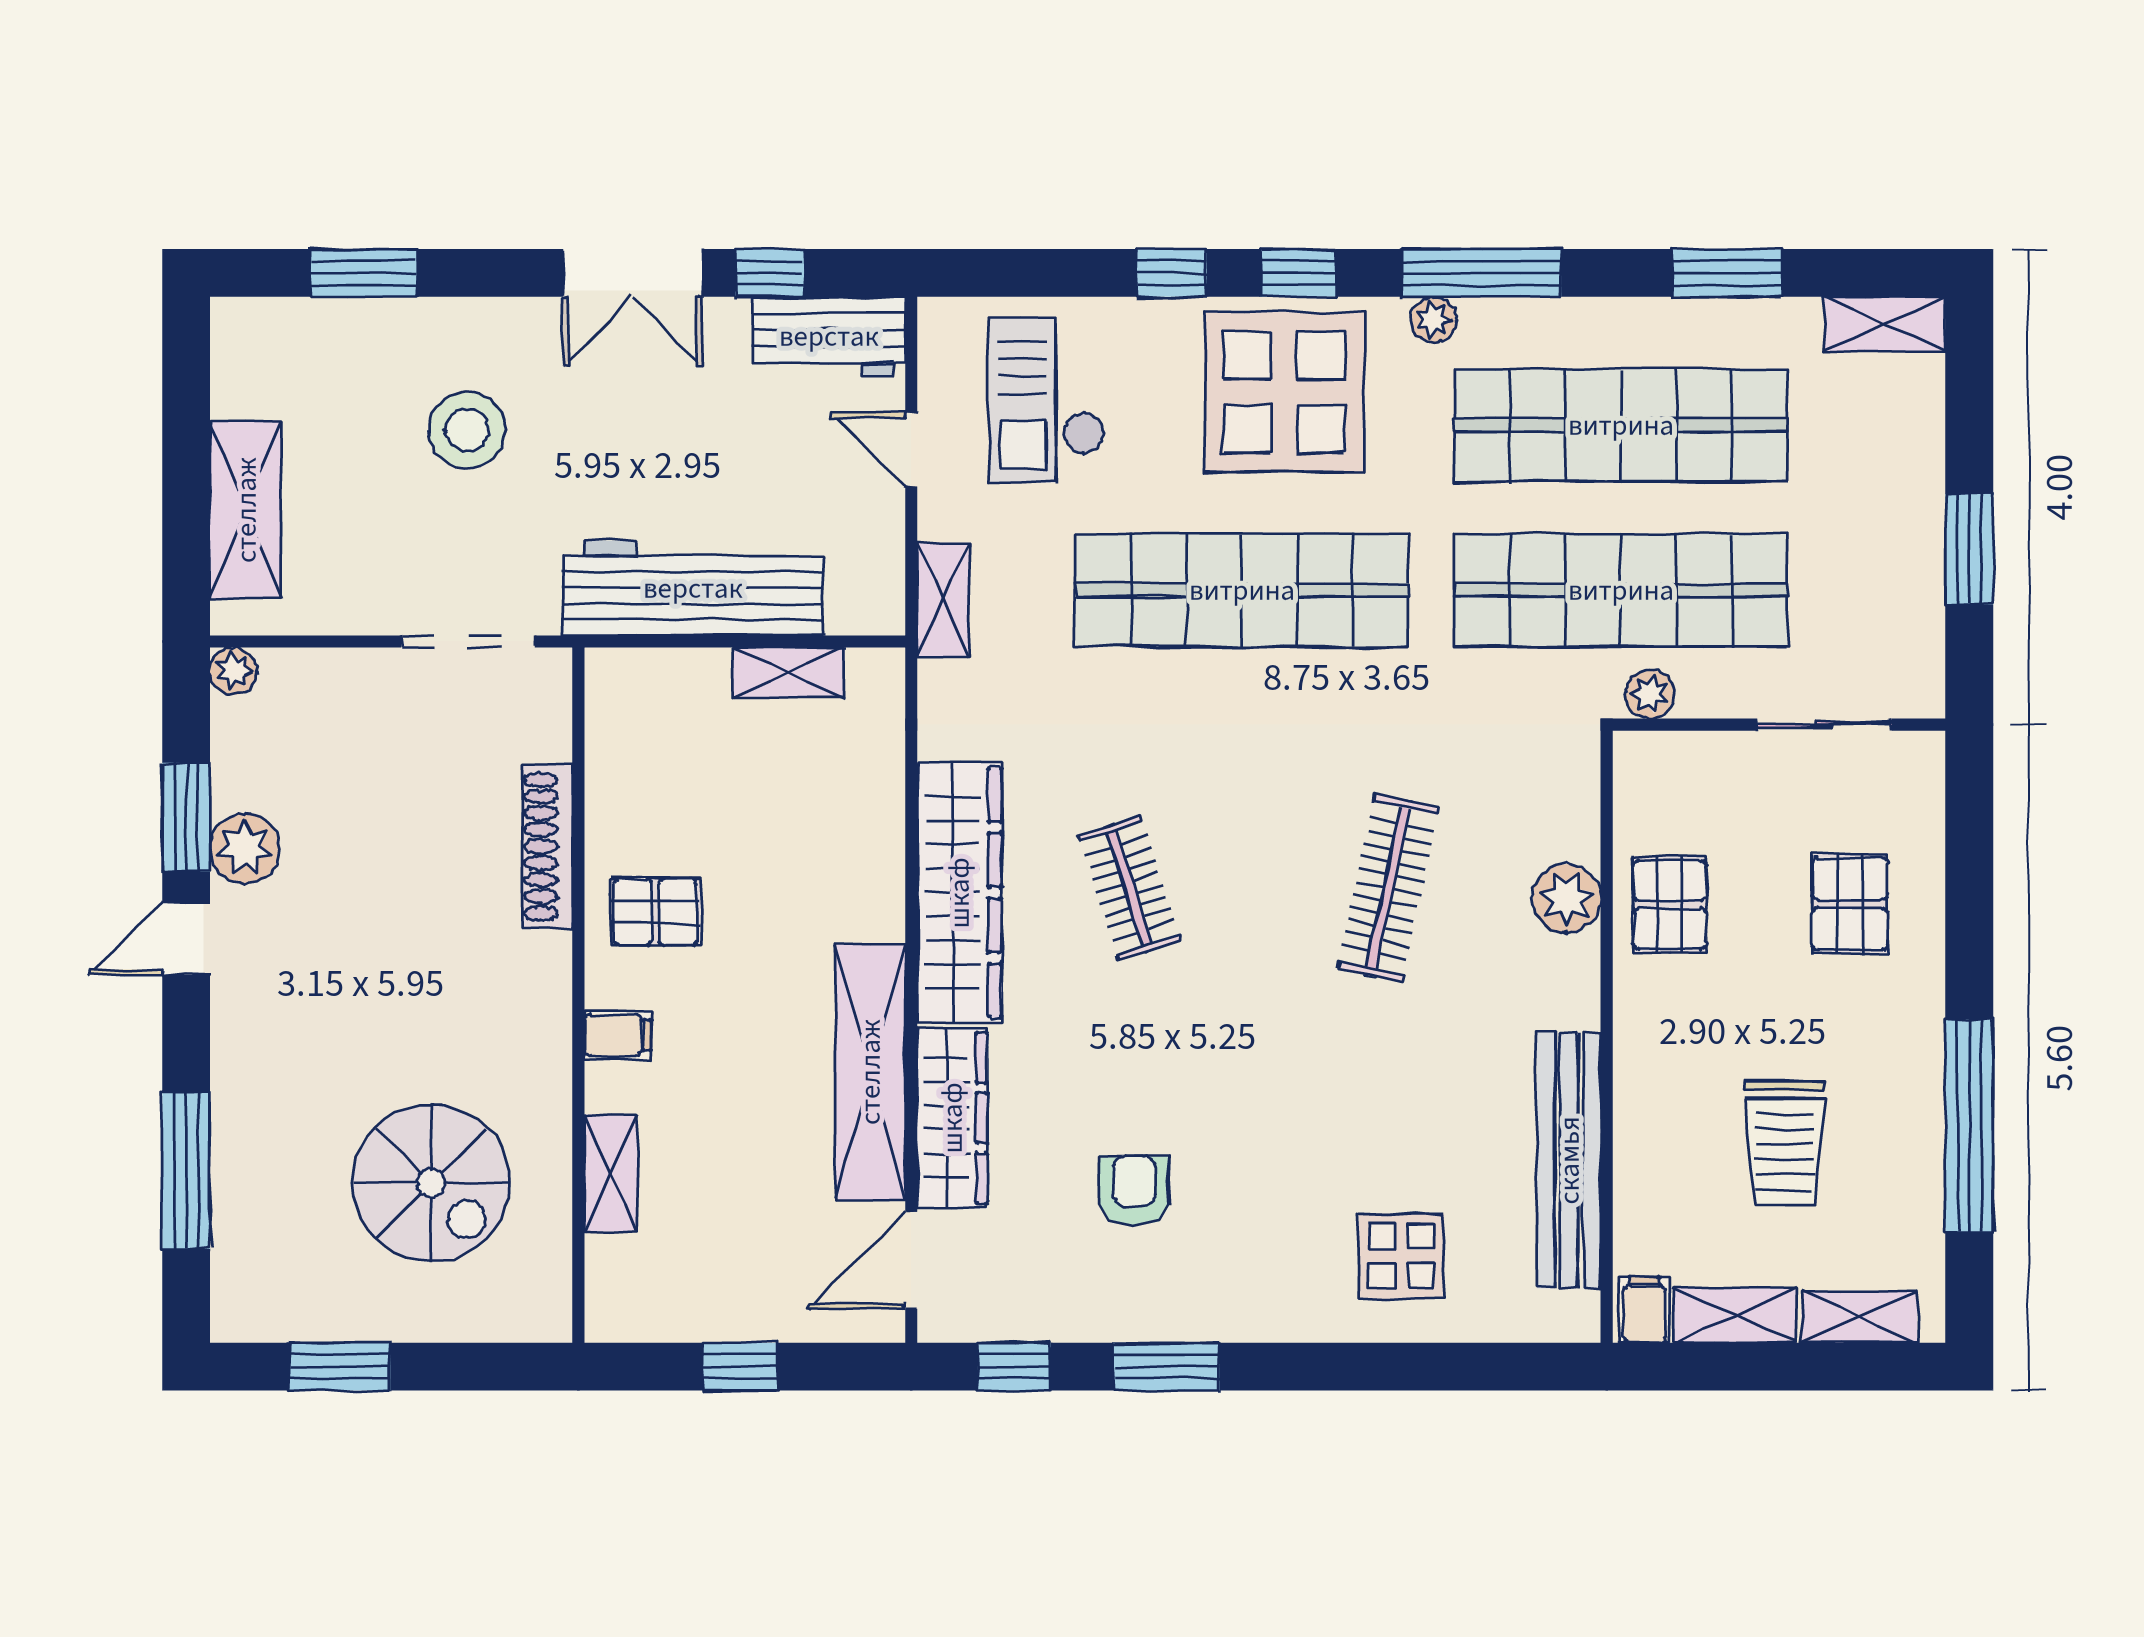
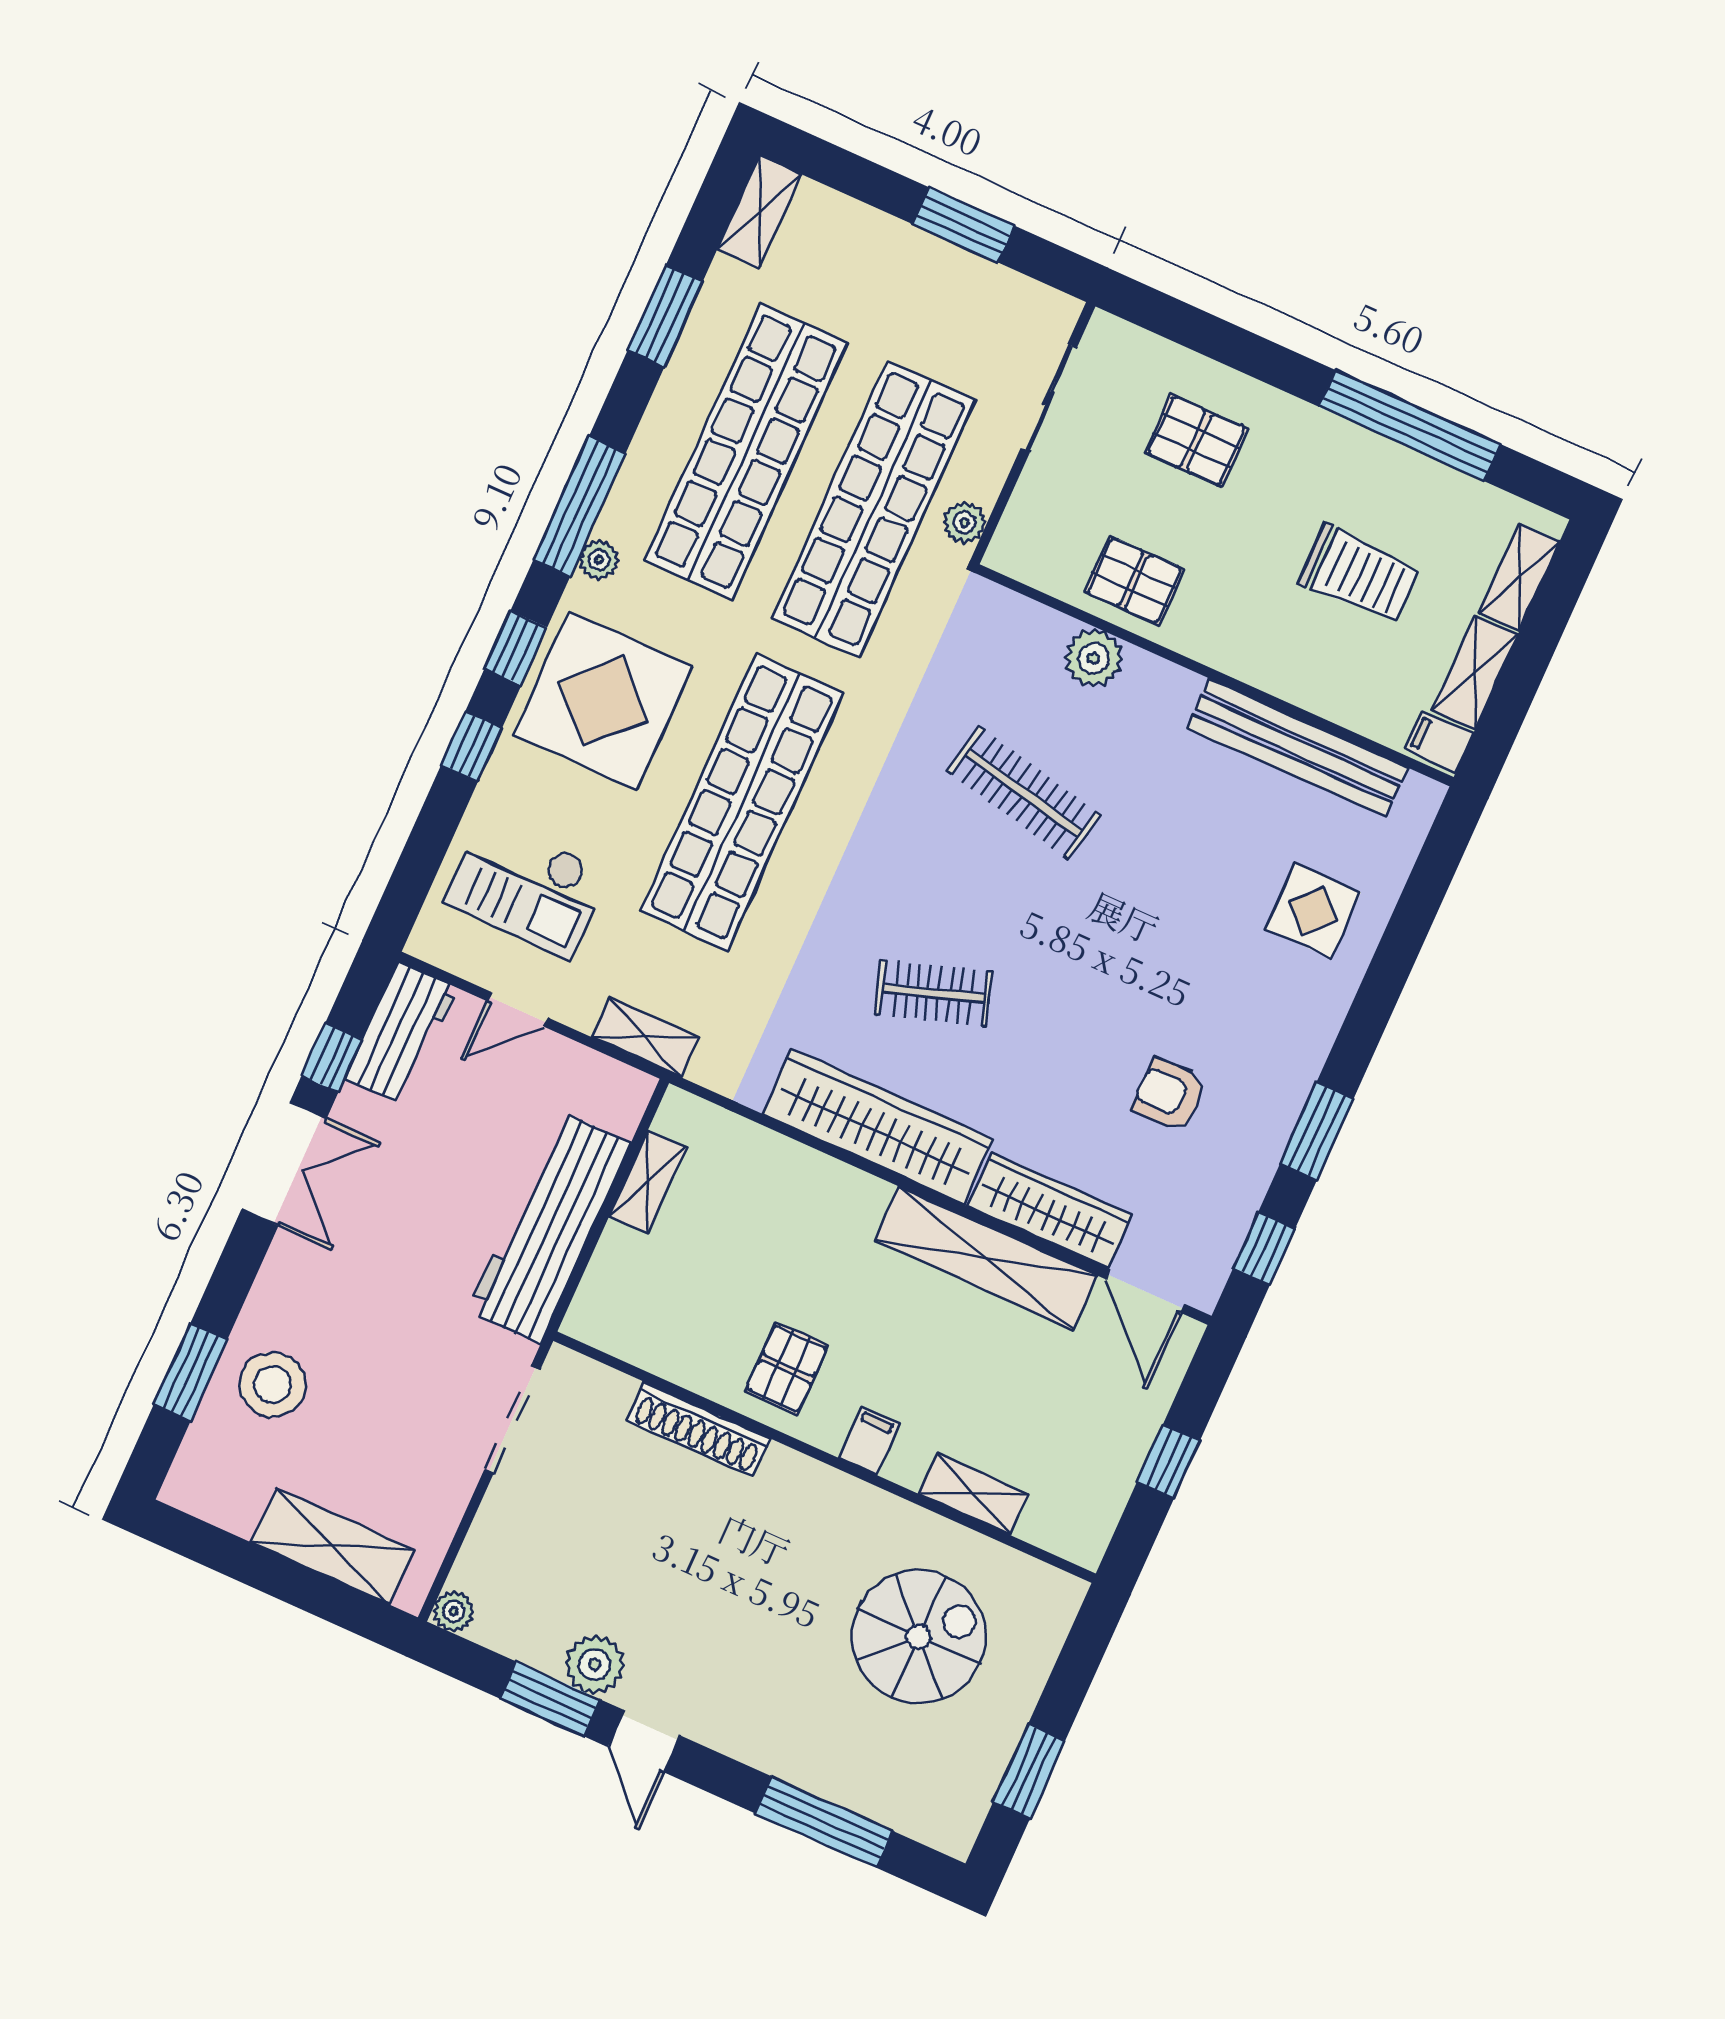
stool: (467, 430) -> (272, 1385), moved

